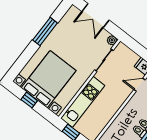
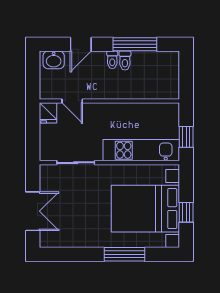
window: (45, 32) -> (125, 254), moved
plant: (112, 40) -> (46, 171), removed

